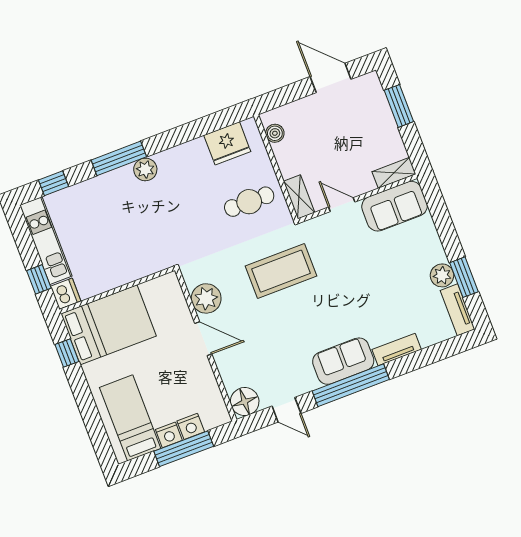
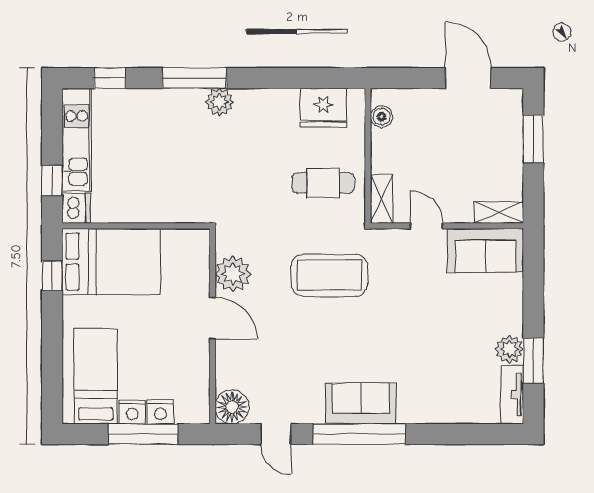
tv unit: (397, 350) -> (426, 413), removed

